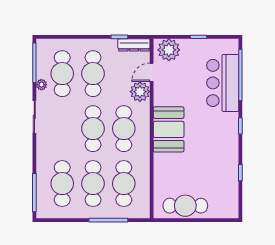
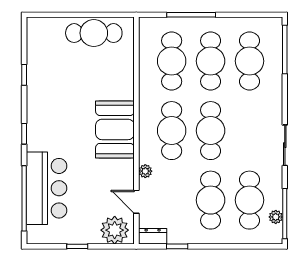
dresser: (134, 45) -> (153, 236), width x0.70
door: (152, 72) -> (136, 202), swing flipped
plant: (41, 85) -> (276, 217), moved
plant: (140, 92) -> (145, 171), width x0.53, depth x0.53

